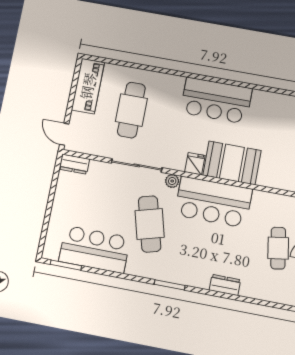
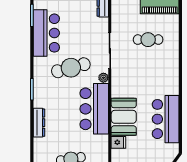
bar counter: (216, 100) -> (166, 119), moved
cafe table: (131, 110) -> (148, 40), width x0.73, depth x0.74
fridge: (195, 164) -> (118, 142), moved
dresser: (225, 285) -> (39, 123), width x1.44

